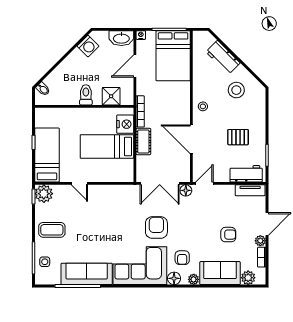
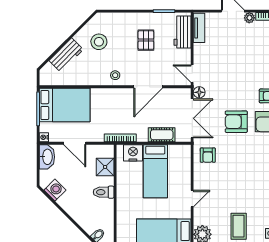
cot: (143, 142) -> (162, 135), moved
armchair: (228, 235) -> (208, 155), moved, turned 180

